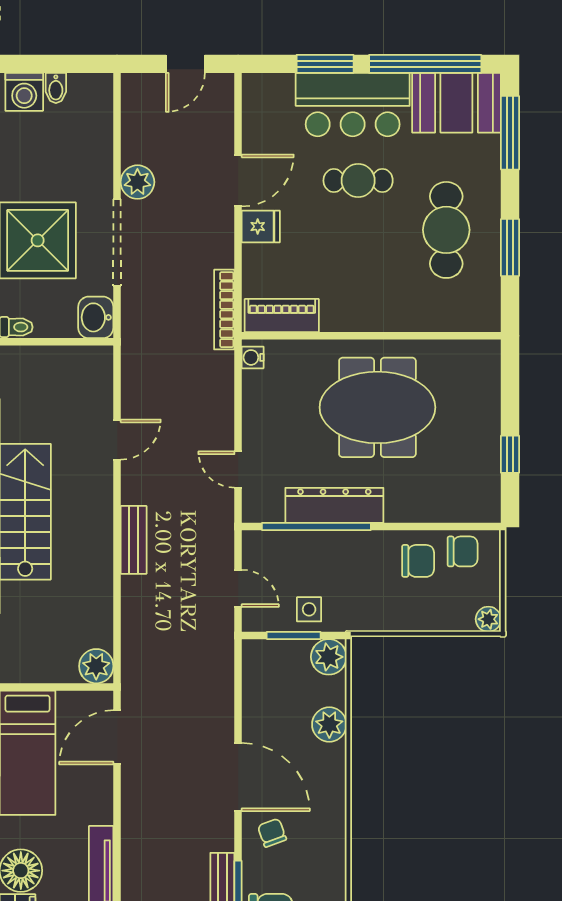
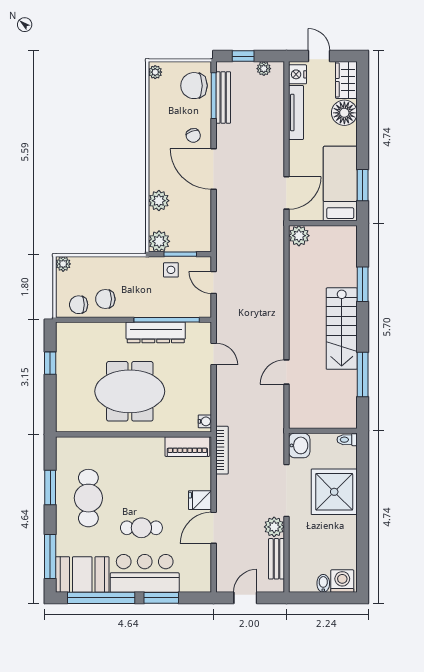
bench: (134, 540) -> (276, 559), moved

